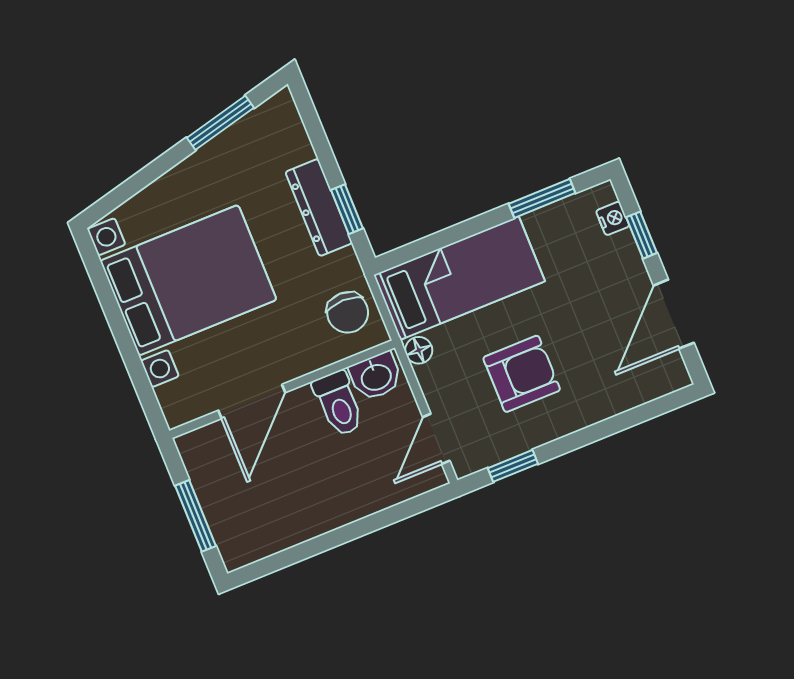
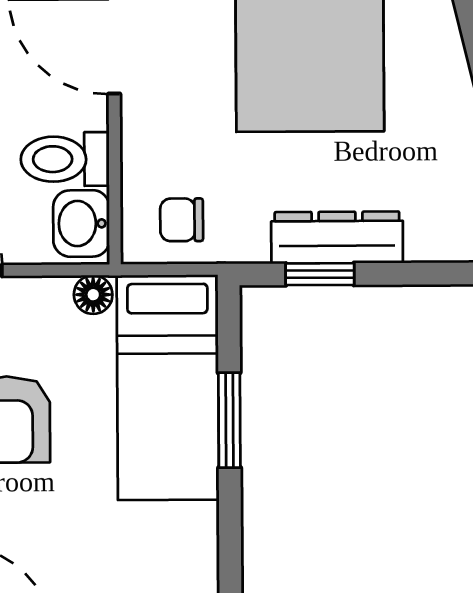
window: (542, 198) -> (229, 420), moved
chair: (348, 312) -> (182, 220), width x0.73, depth x0.73

